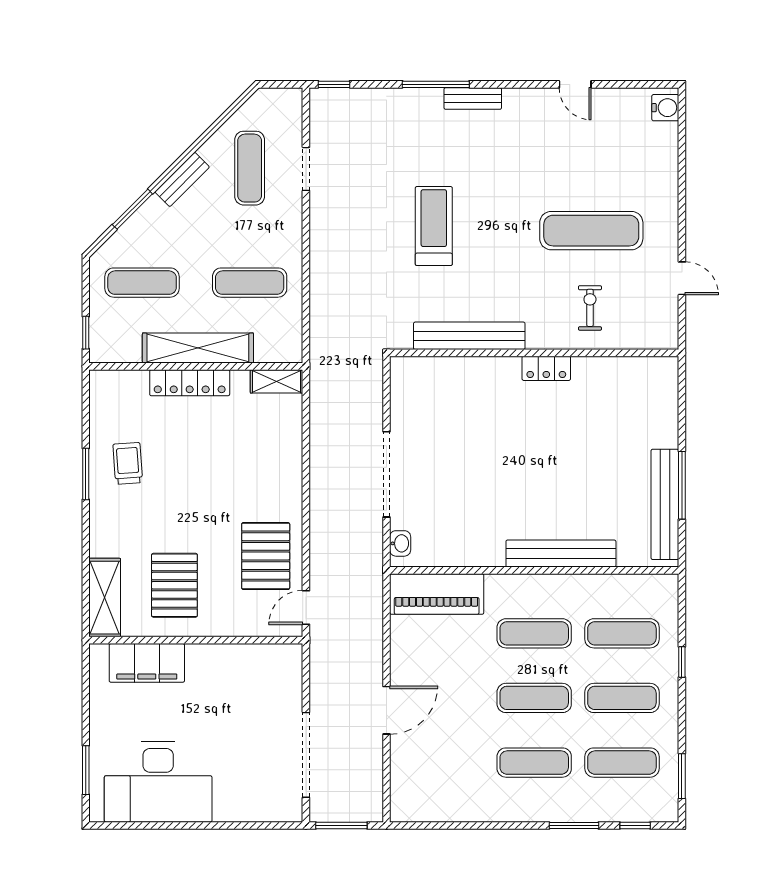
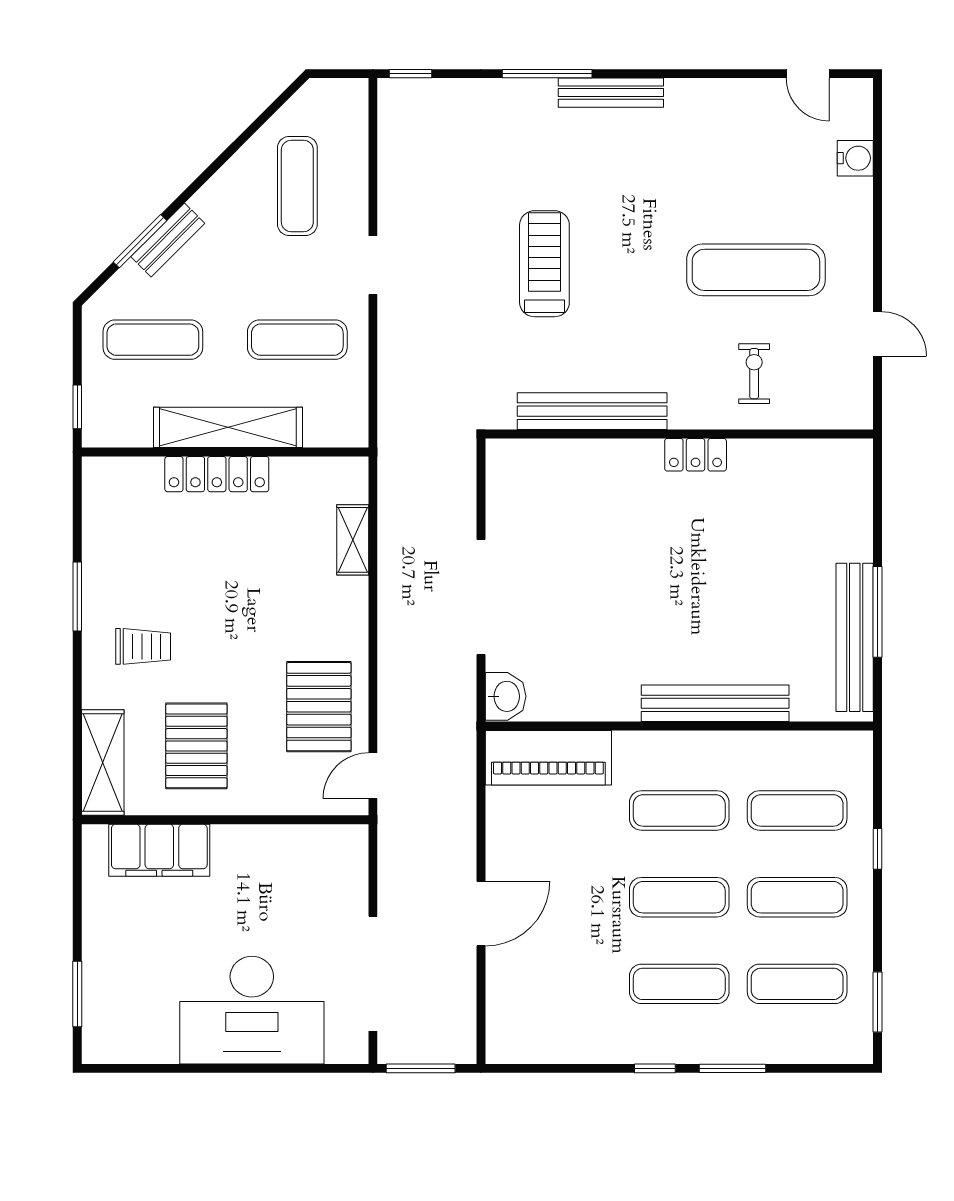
door: (575, 84) -> (808, 74), moved
bench: (473, 99) -> (611, 93), width x1.36
water cooler: (665, 108) -> (855, 158), moved
doorway: (306, 169) -> (373, 265), moved
bench: (182, 179) -> (168, 240), moved
shelving: (277, 381) -> (353, 540), moved, turned 90
trolley: (128, 463) -> (143, 646), moved, turned 94
washbasin: (400, 543) -> (506, 696), width x1.38, depth x1.45
desk: (158, 782) -> (252, 1010), moved
window: (635, 825) -> (655, 1068), moved

